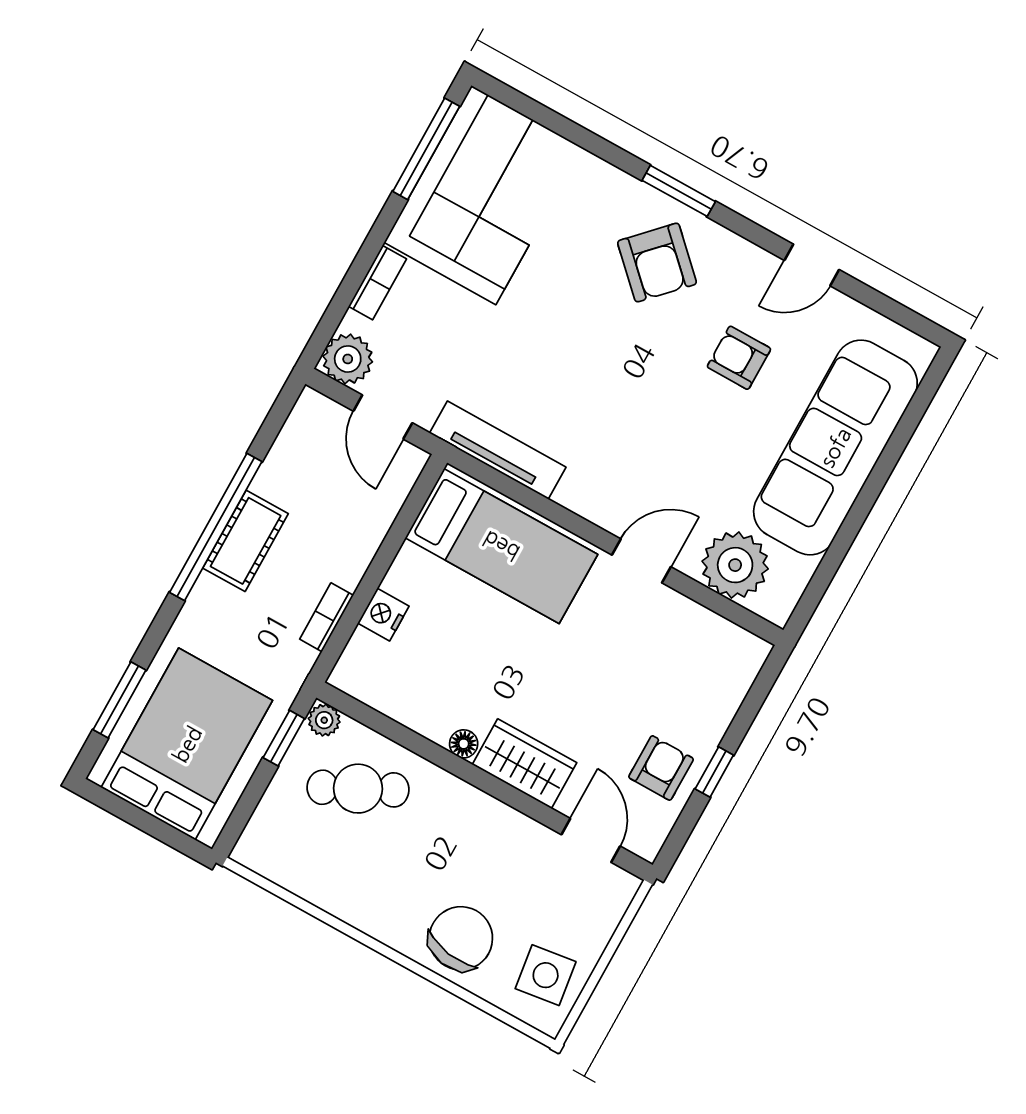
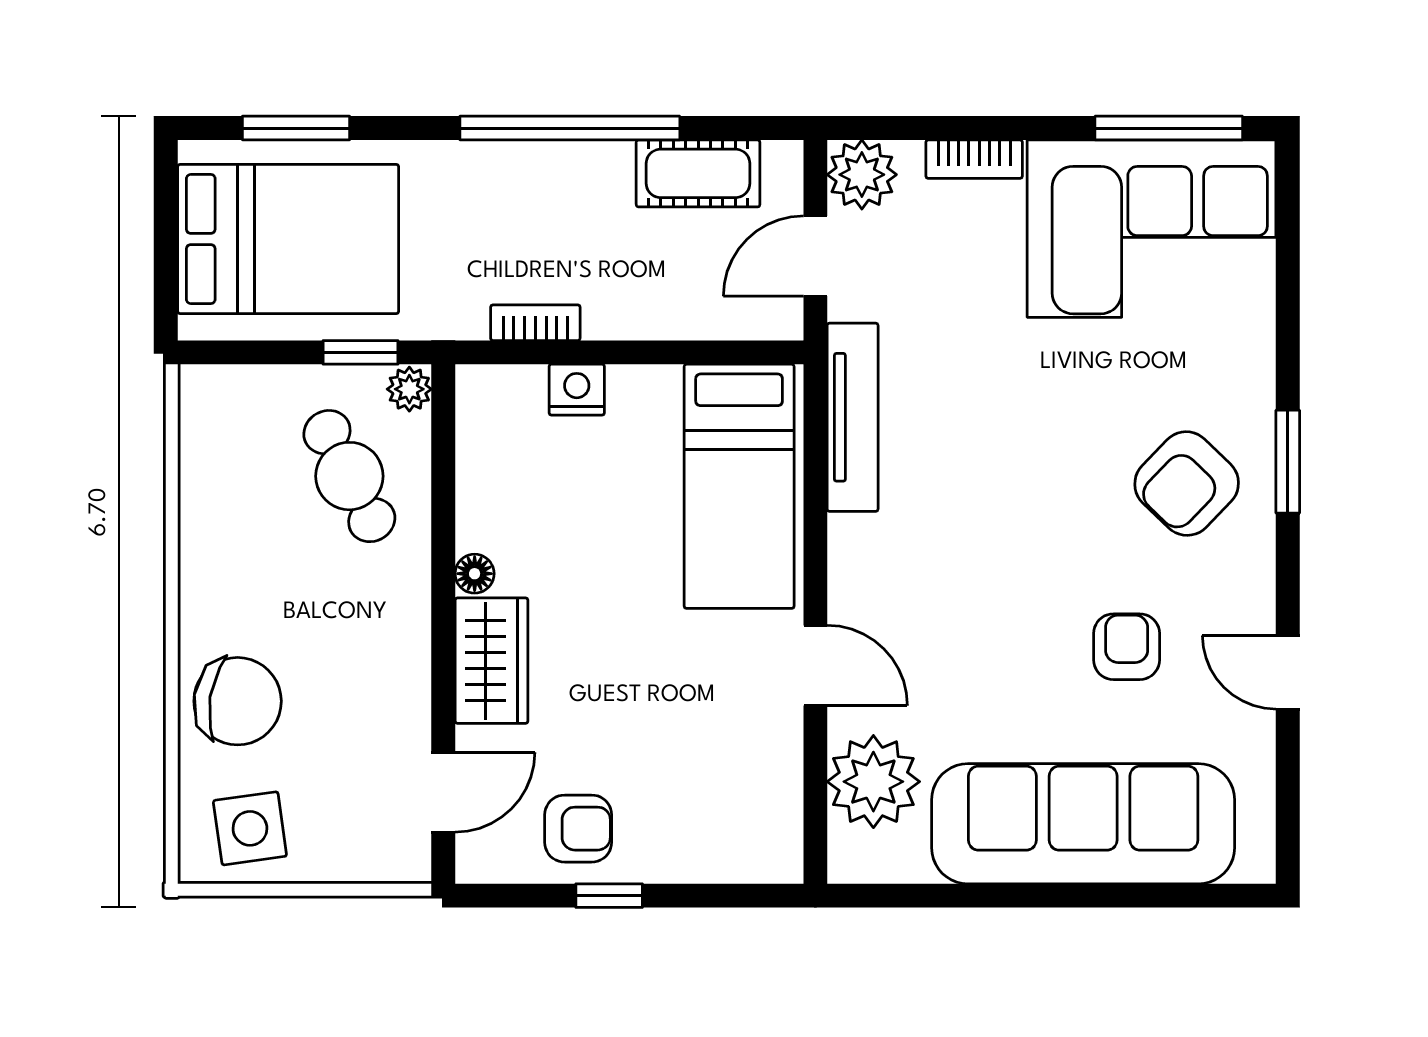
cot: (246, 541) -> (698, 173), moved

